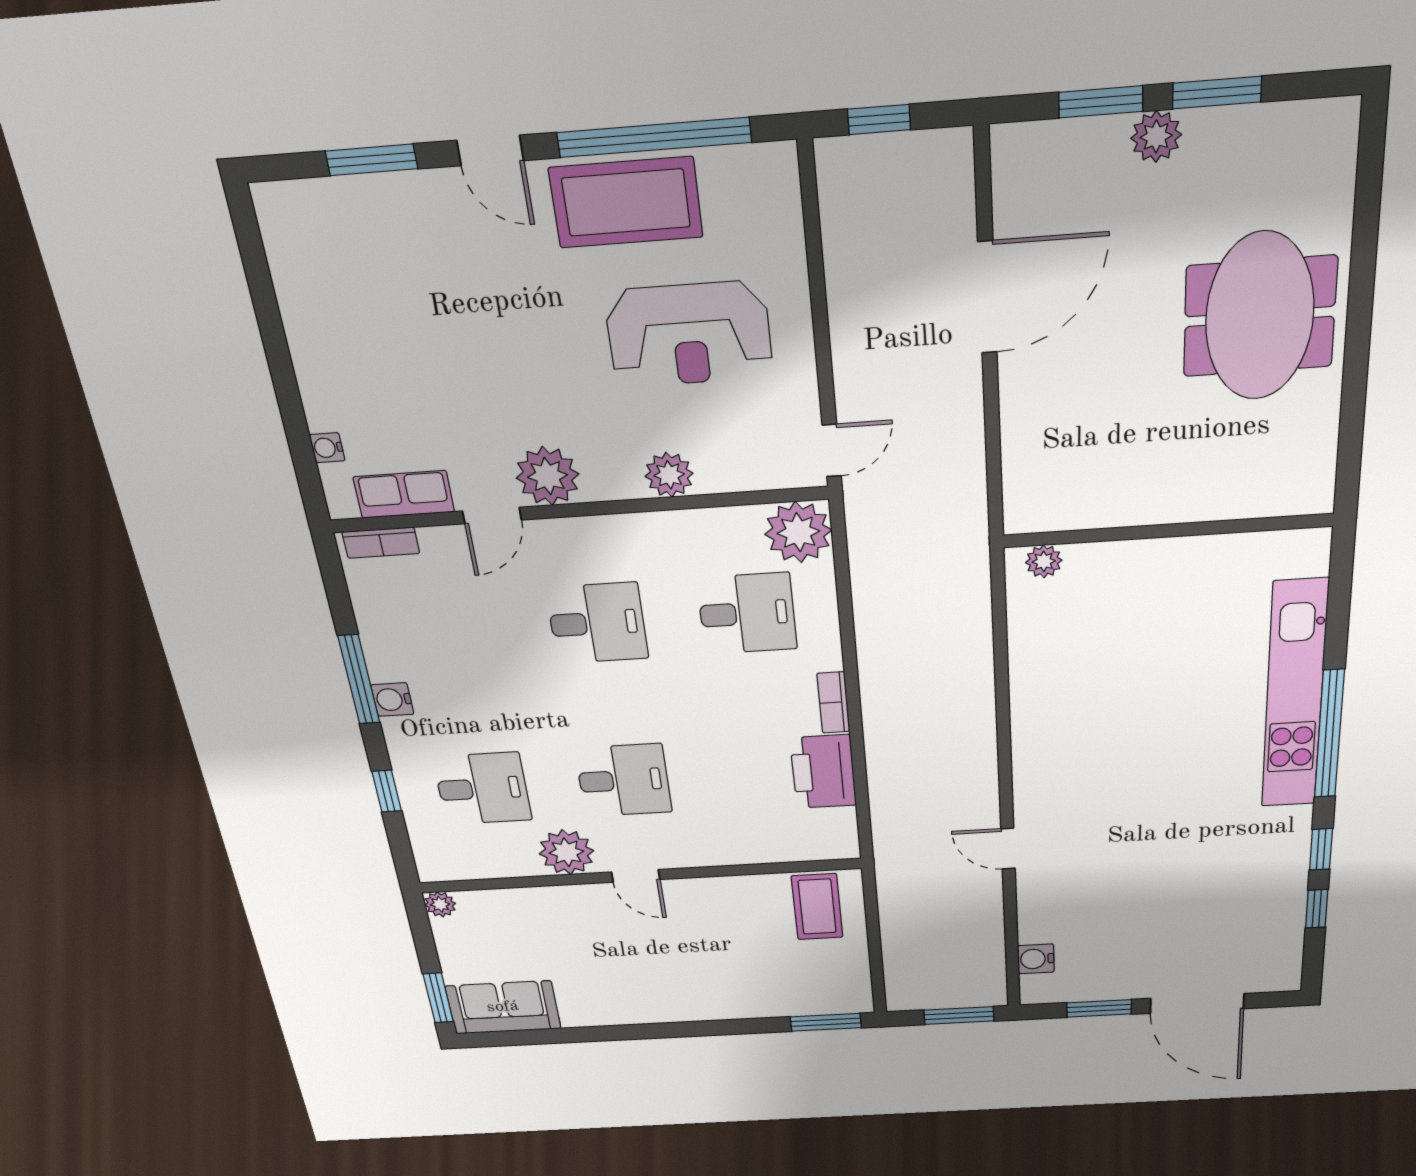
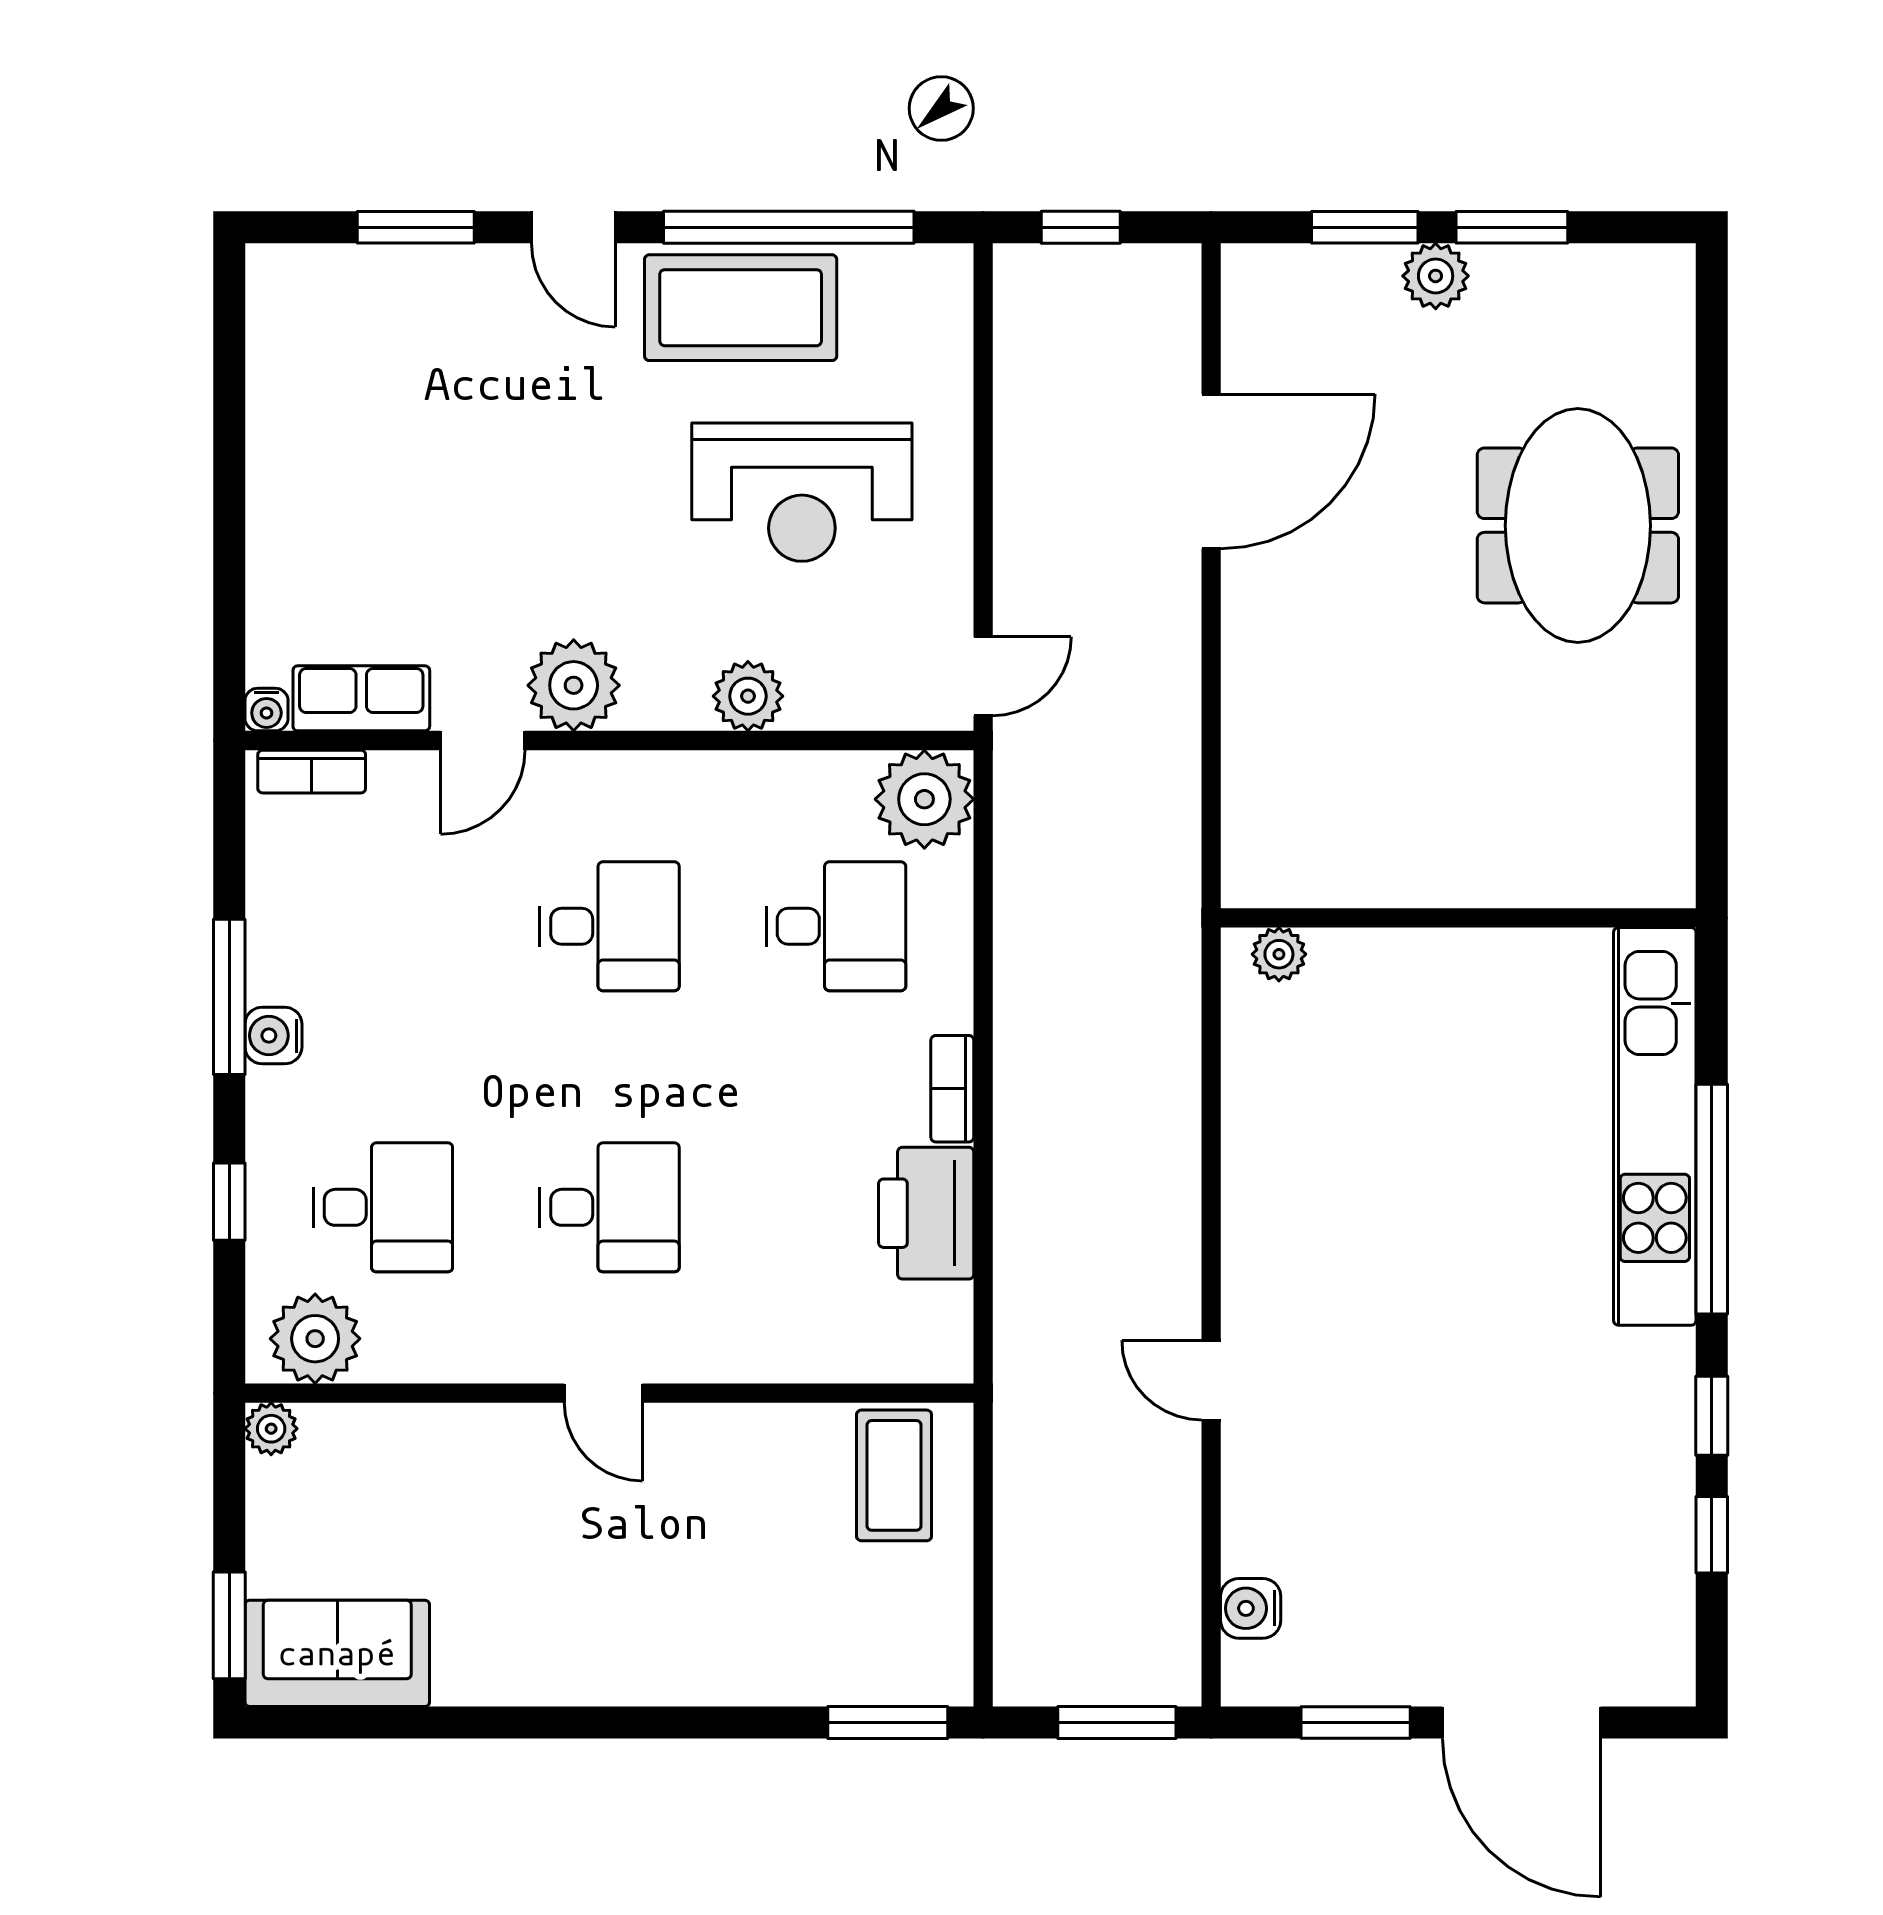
water cooler: (327, 448) -> (266, 710), moved, turned -90
wall: (1167, 531) -> (1458, 918), moved
plant: (1044, 561) -> (1279, 954), moved
plant: (566, 852) -> (315, 1339), moved

